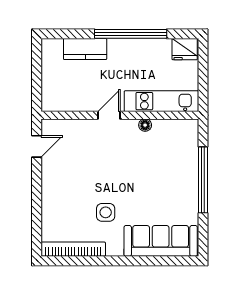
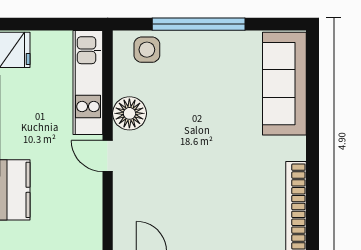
floor lamp: (145, 125) -> (129, 113), width x1.89, depth x1.89
side table: (106, 212) -> (147, 50), moved

